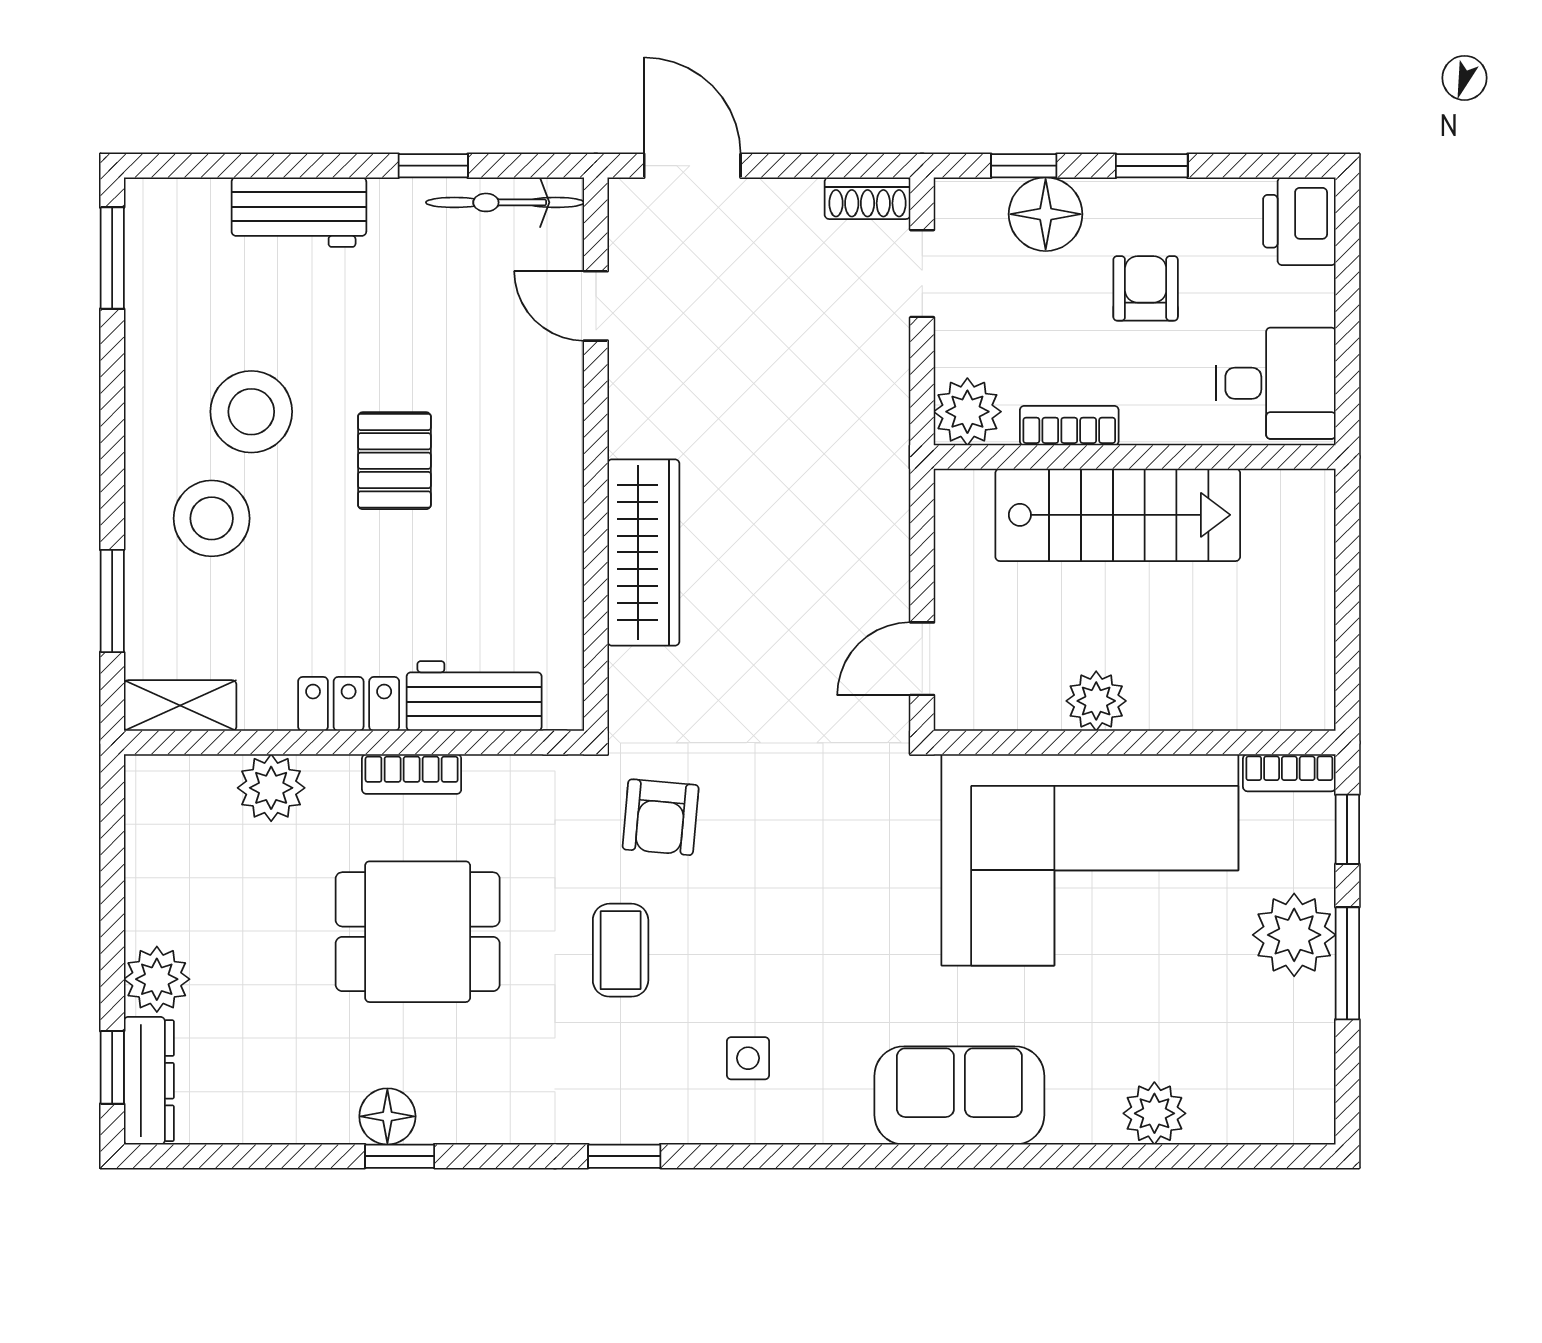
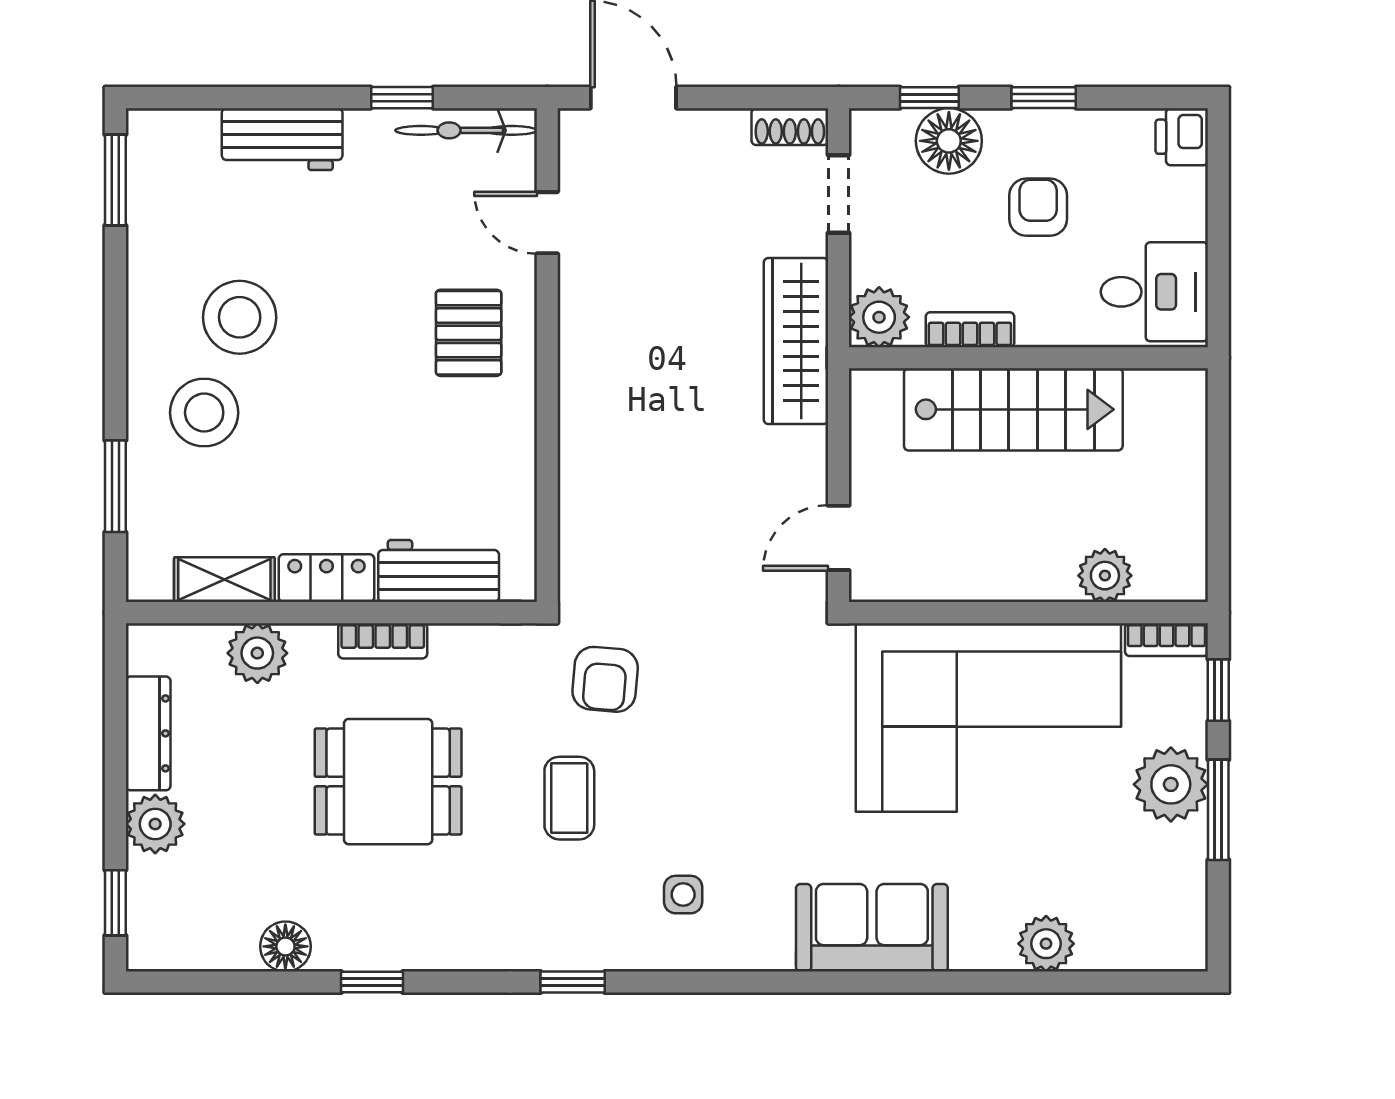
printer: (1299, 221) -> (1182, 137), width x0.73, depth x0.81
pallet: (394, 461) -> (469, 333), moved
wardrobe: (643, 552) -> (796, 341), moved, turned 180
plant: (1096, 701) -> (1105, 576), moved
shelving: (180, 706) -> (224, 580), moved
dresser: (149, 1081) -> (148, 733), moved
floor lamp: (387, 1116) -> (285, 946), moved

